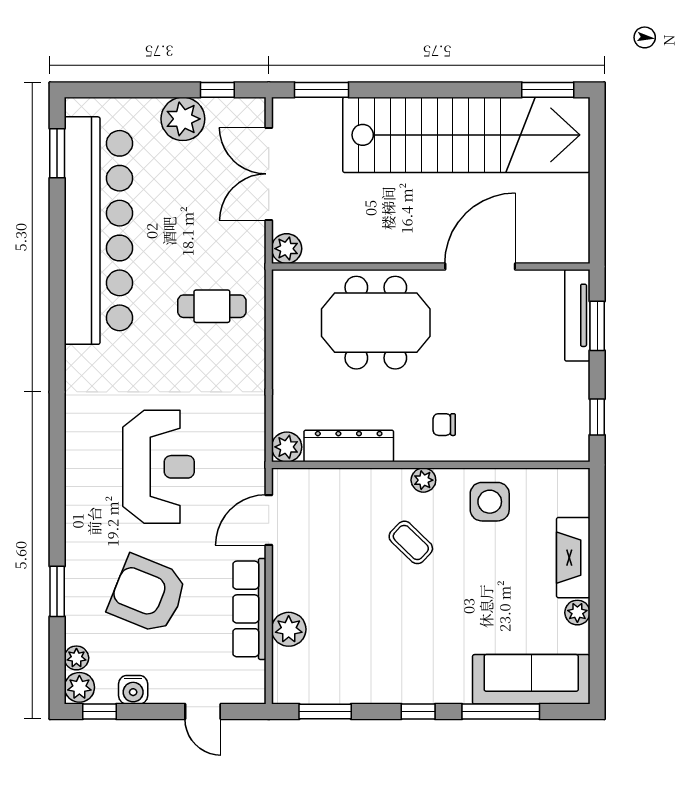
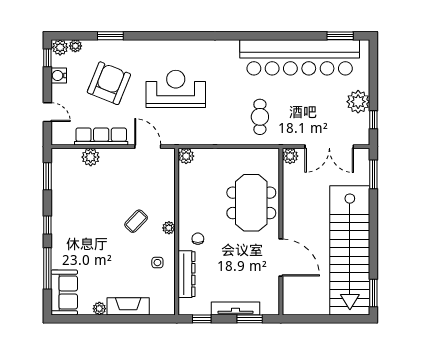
double door: (269, 174) -> (329, 147), swing flipped
tv unit: (577, 315) -> (236, 308), moved
dresser: (349, 446) -> (187, 274), moved
reception desk: (159, 467) -> (176, 89), turned 180
side table: (490, 502) -> (157, 263), width x0.54, depth x0.54
sofa: (531, 679) -> (64, 292), width x0.73
door: (203, 712) -> (47, 112), swing flipped

